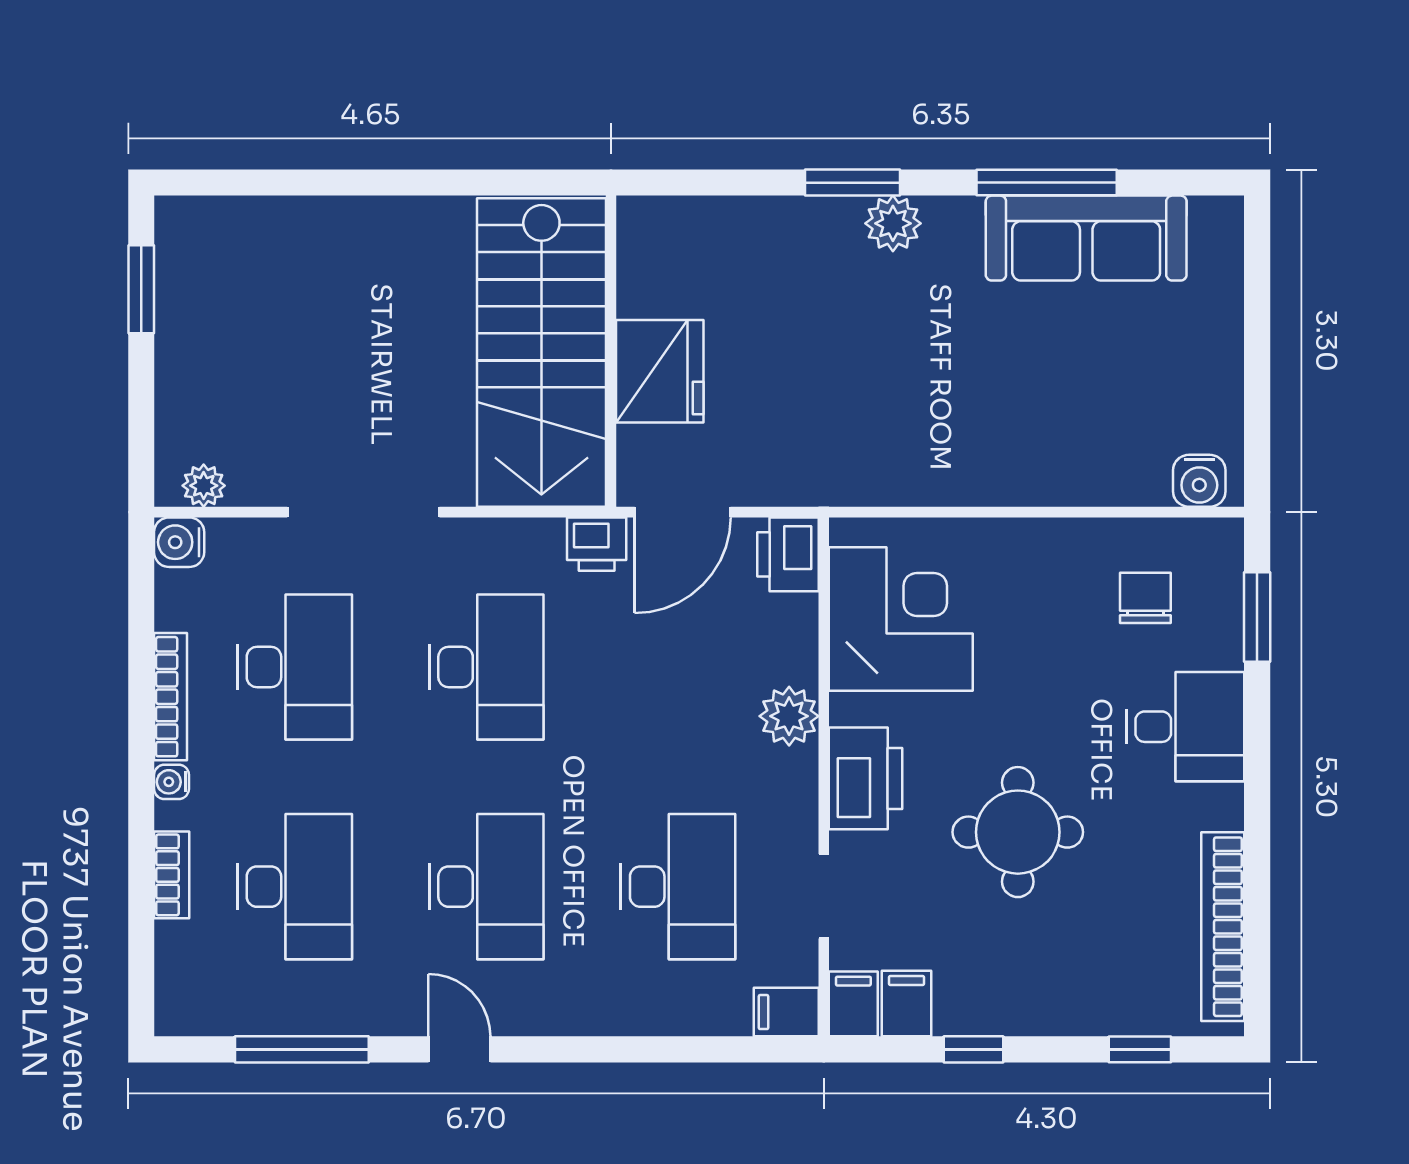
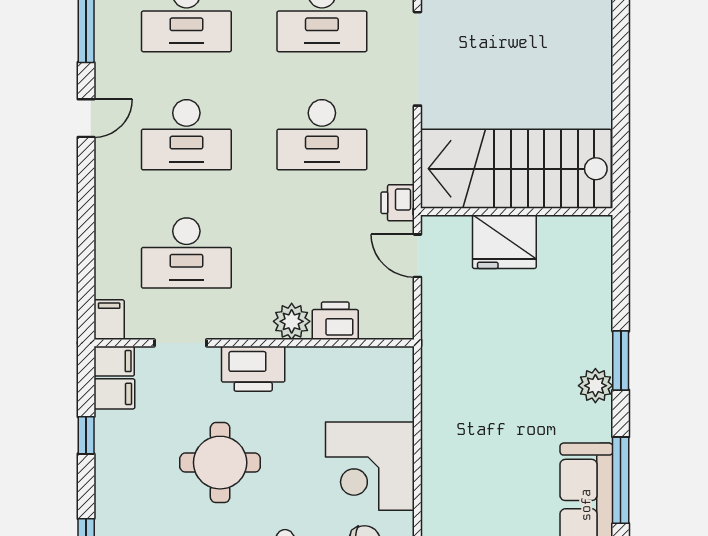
door: (683, 512) -> (417, 256), width x0.73
printer: (788, 554) -> (335, 321), moved
corner desk: (901, 619) -> (370, 466), moved, turned 90

